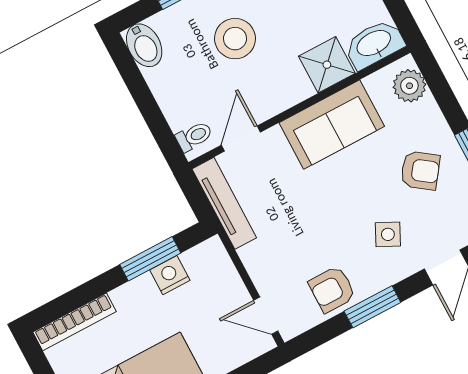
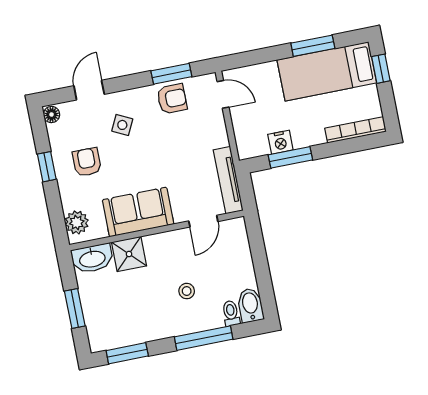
stool: (235, 39) -> (187, 291), width x0.53, depth x0.53
toilet: (194, 136) -> (231, 313), moved, turned 90
armchair: (420, 171) -> (87, 162), turned 54
window: (372, 307) -> (171, 74), moved

